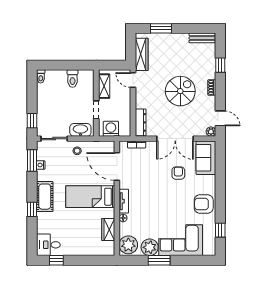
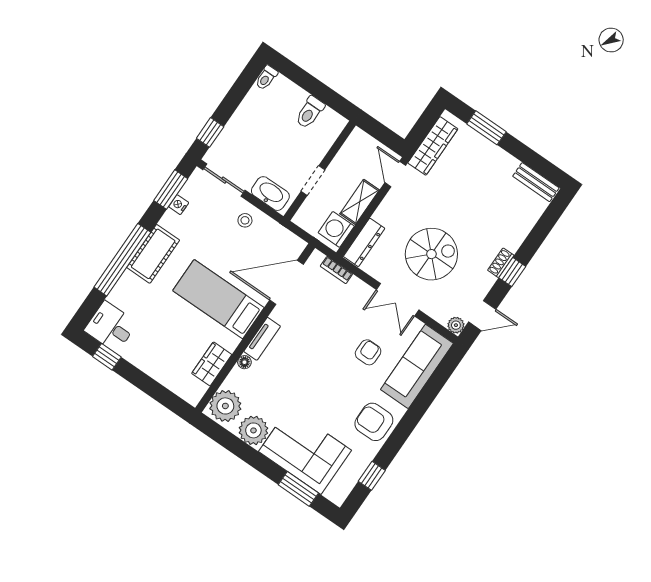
window: (220, 65) -> (512, 272), moved
shelving: (104, 86) -> (360, 202), moved
spiral stairs: (180, 91) -> (431, 254), moved
door: (220, 118) -> (482, 316), hinge flipped
washing machine: (111, 129) -> (336, 229), moved, turned -90
double door: (175, 139) -> (398, 300), width x0.73
sofa: (206, 158) -> (417, 366), width x1.36
door: (117, 167) -> (287, 282), hinge flipped
window: (32, 209) -> (122, 260), width x3.17
window: (159, 260) -> (298, 489), moved

